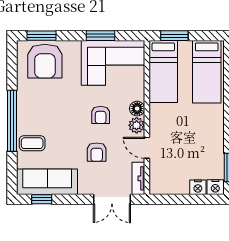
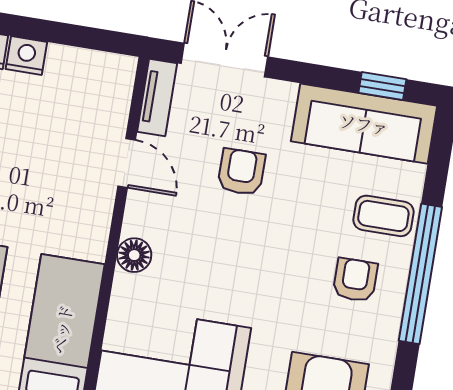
armchair: (101, 115) -> (355, 280), moved
plant: (137, 125) -> (142, 218), removed

